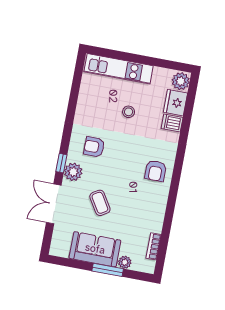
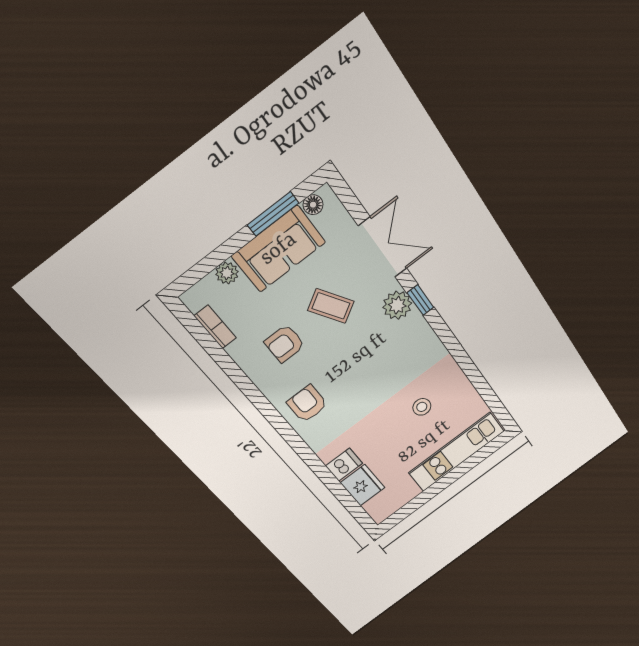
plant: (181, 81) -> (380, 508), removed
stool: (129, 112) -> (422, 407), moved
armchair: (94, 147) -> (285, 344), moved, turned 180
floor lamp: (63, 252) -> (313, 205), added
window: (108, 270) -> (273, 214), moved

